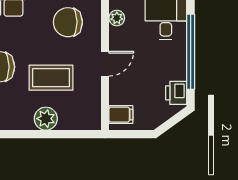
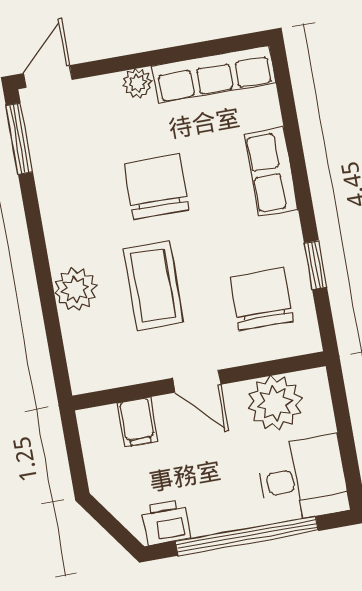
plant: (117, 18) -> (275, 403), width x1.87, depth x1.87
filing cabinet: (121, 115) -> (137, 422), moved

